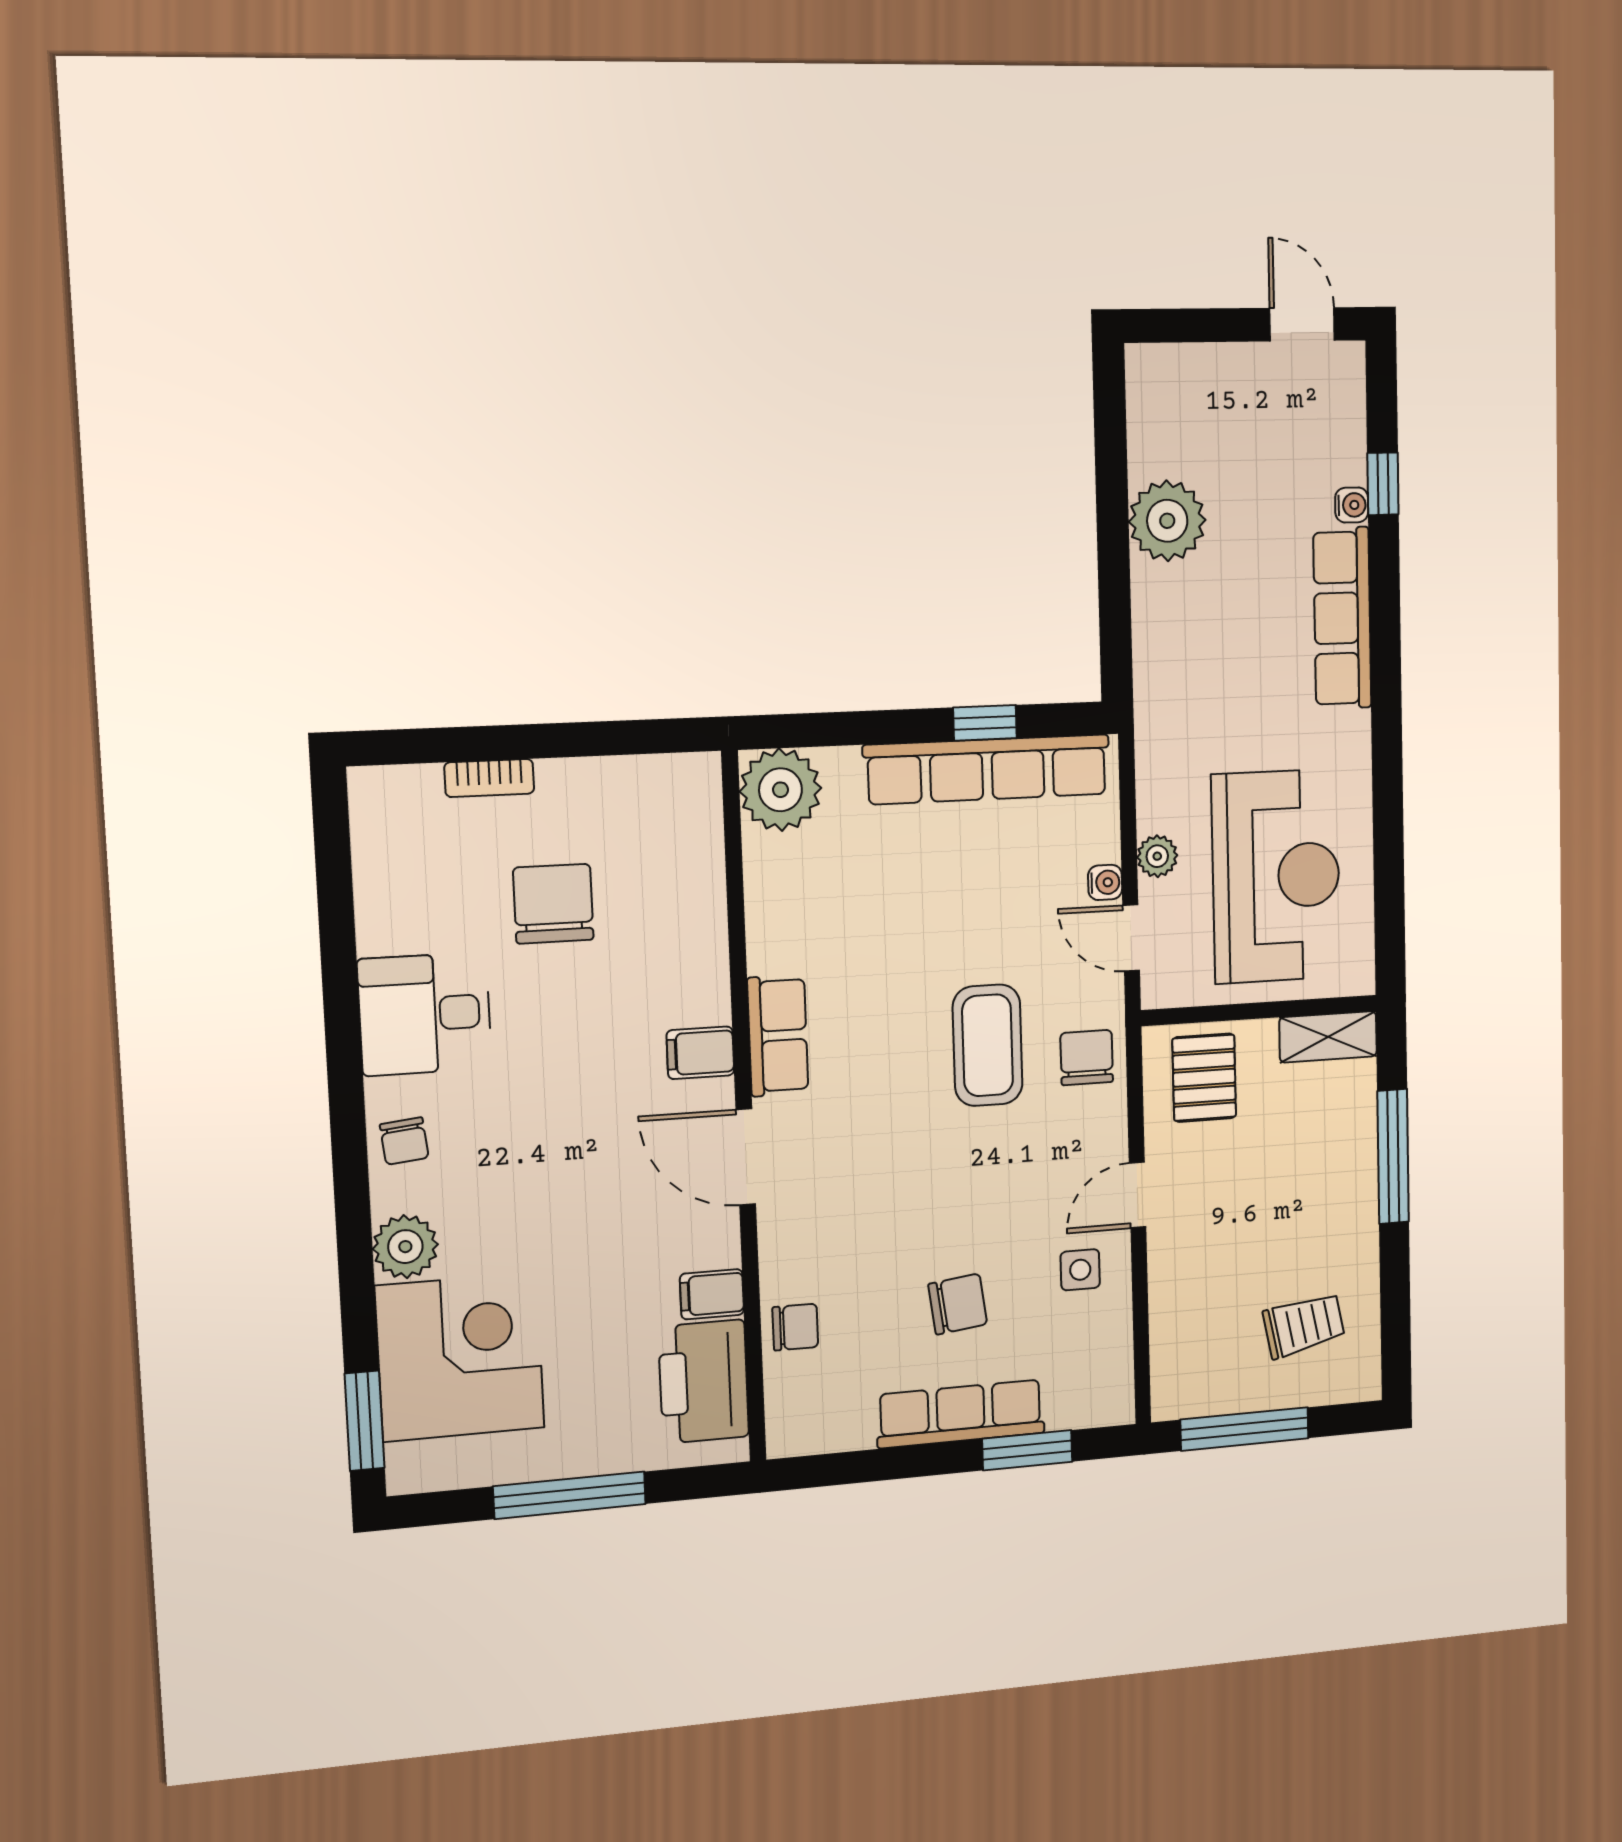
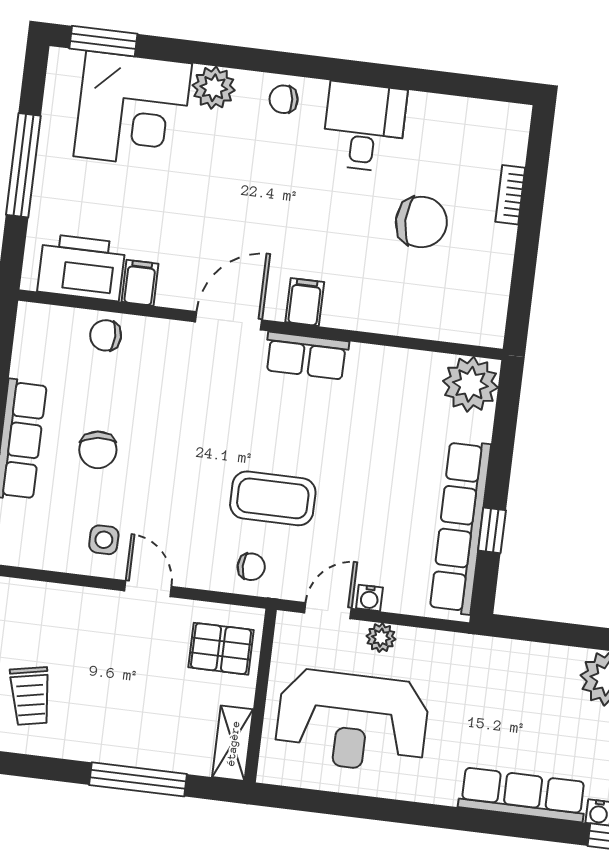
chair: (1087, 1058) -> (251, 567), width x0.73, depth x0.73
chair: (795, 1327) -> (106, 335), turned 90

